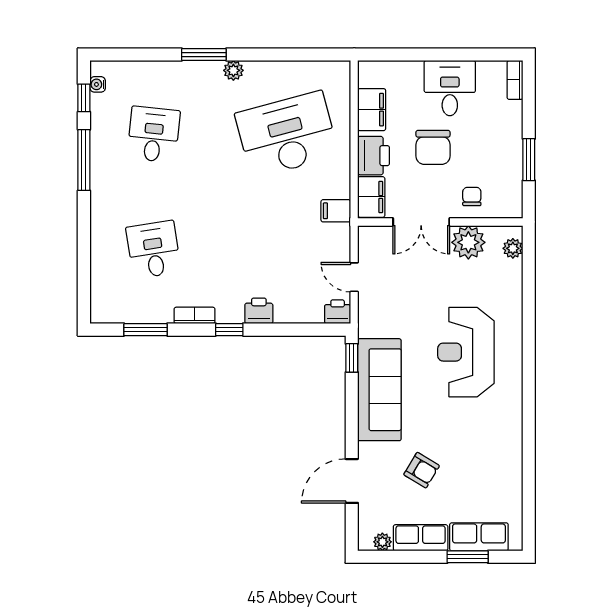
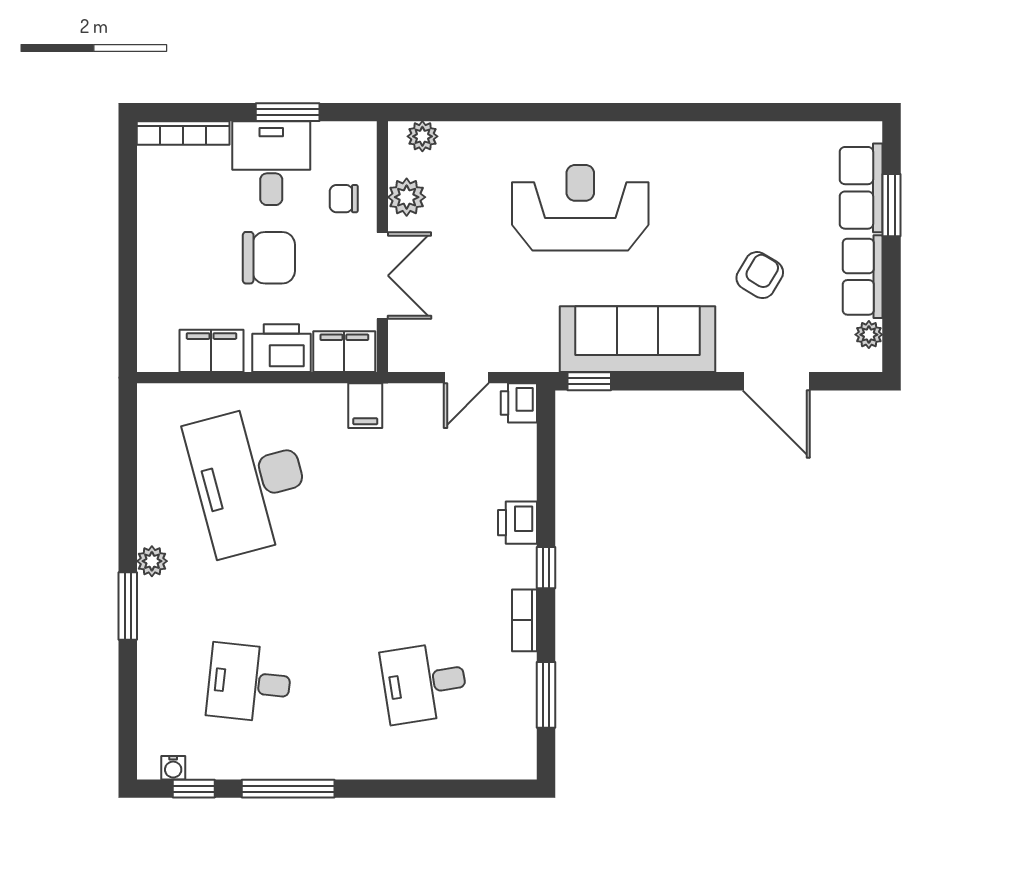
bookcase: (515, 80) -> (183, 133), width x1.56
desk: (450, 88) -> (271, 163), moved, turned 90
plant: (468, 242) -> (407, 197), width x0.73, depth x0.73
reception desk: (466, 352) -> (580, 208), turned 180

